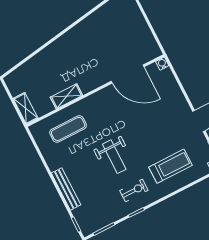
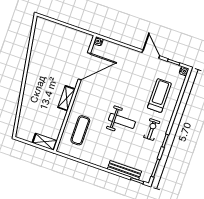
shelving: (66, 96) -> (66, 98), moved
bench: (66, 189) -> (124, 170), moved

